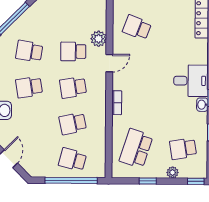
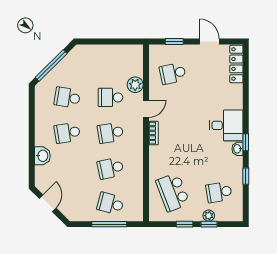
school desk: (137, 27) -> (173, 73), turned -33
bookcase: (117, 103) -> (154, 133), moved
school desk: (136, 148) -> (173, 192), turned -39
window: (71, 180) -> (109, 224), width x0.68
window: (196, 181) -> (209, 224), moved

